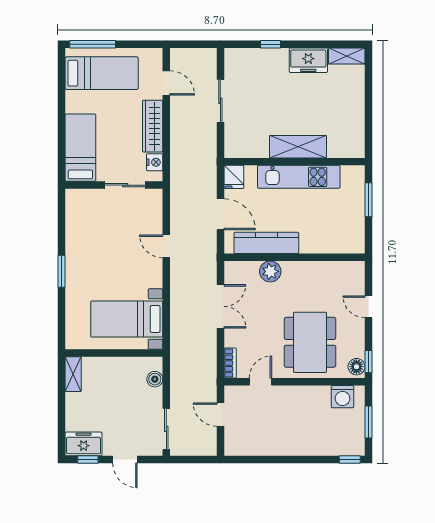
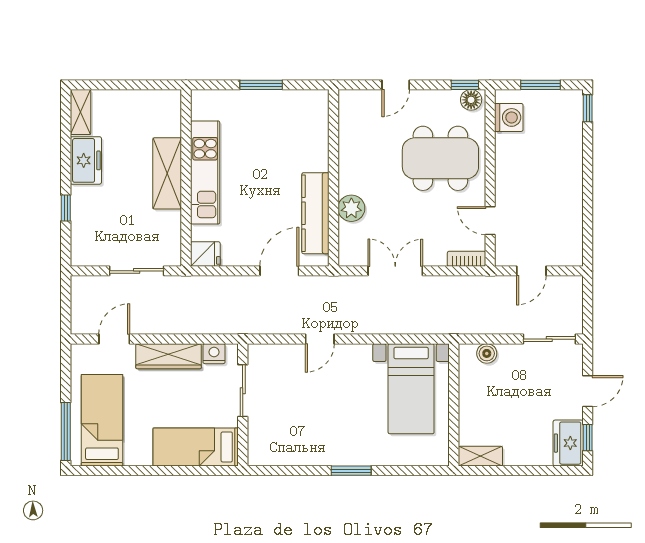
shelving: (298, 147) -> (167, 173), moved
wall: (294, 162) -> (186, 178), moved
fridge: (234, 177) -> (205, 254), moved
kitchen unit: (299, 177) -> (205, 172), moved

